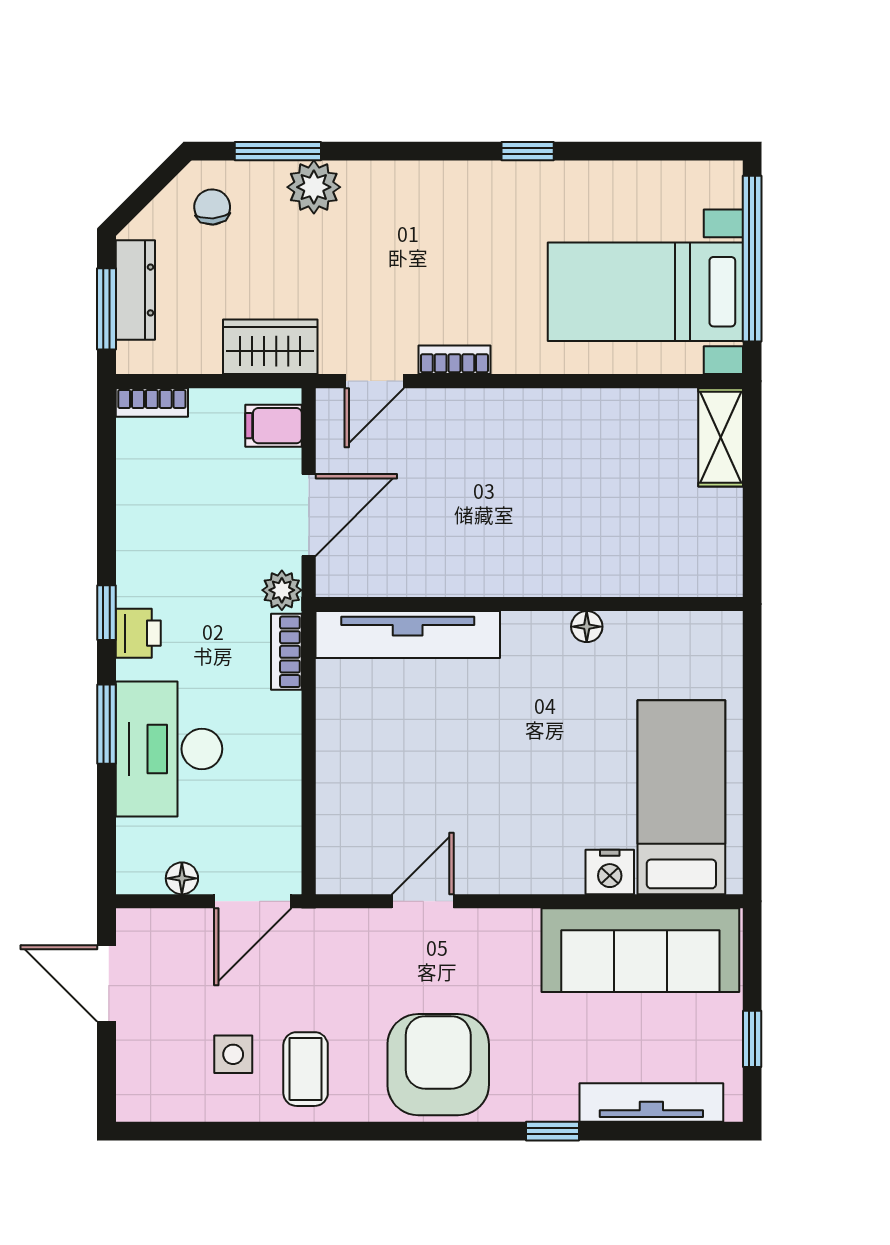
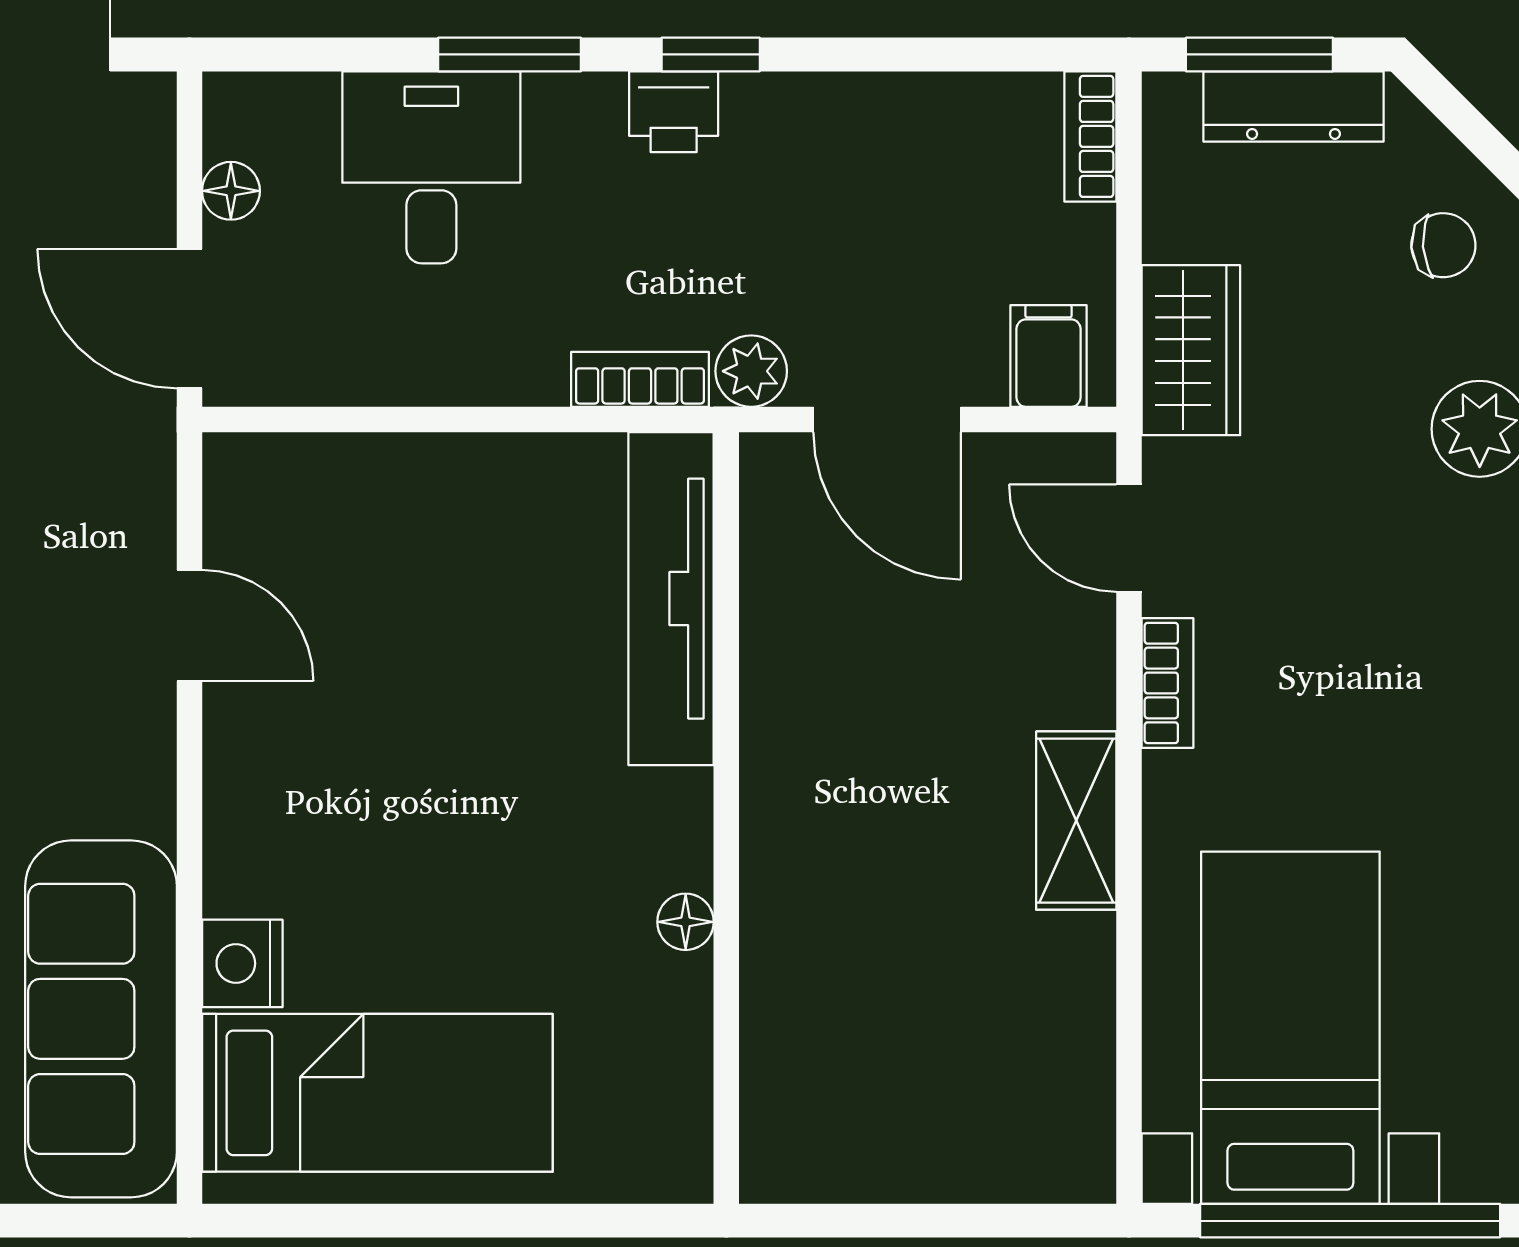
shelving: (721, 437) -> (1076, 821), moved, turned 90
desk: (169, 749) -> (431, 167), width x0.73

